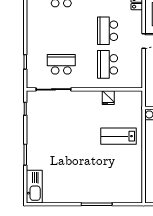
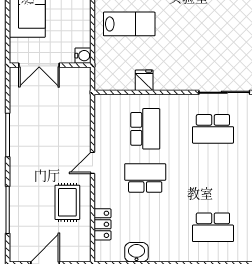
school desk: (108, 31) -> (145, 178), turned -90

